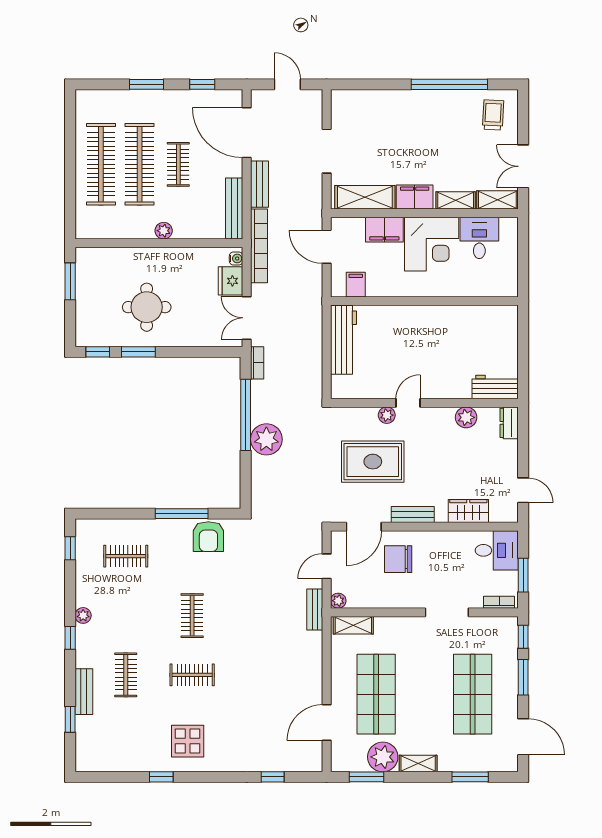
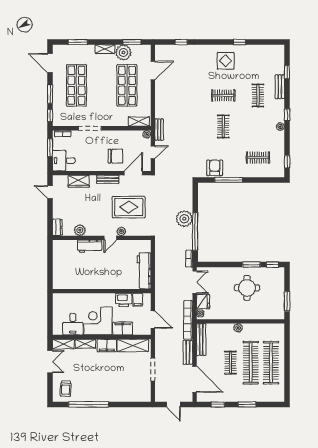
printer: (382, 284) -> (124, 300), added
workbench: (495, 387) -> (90, 246), moved

